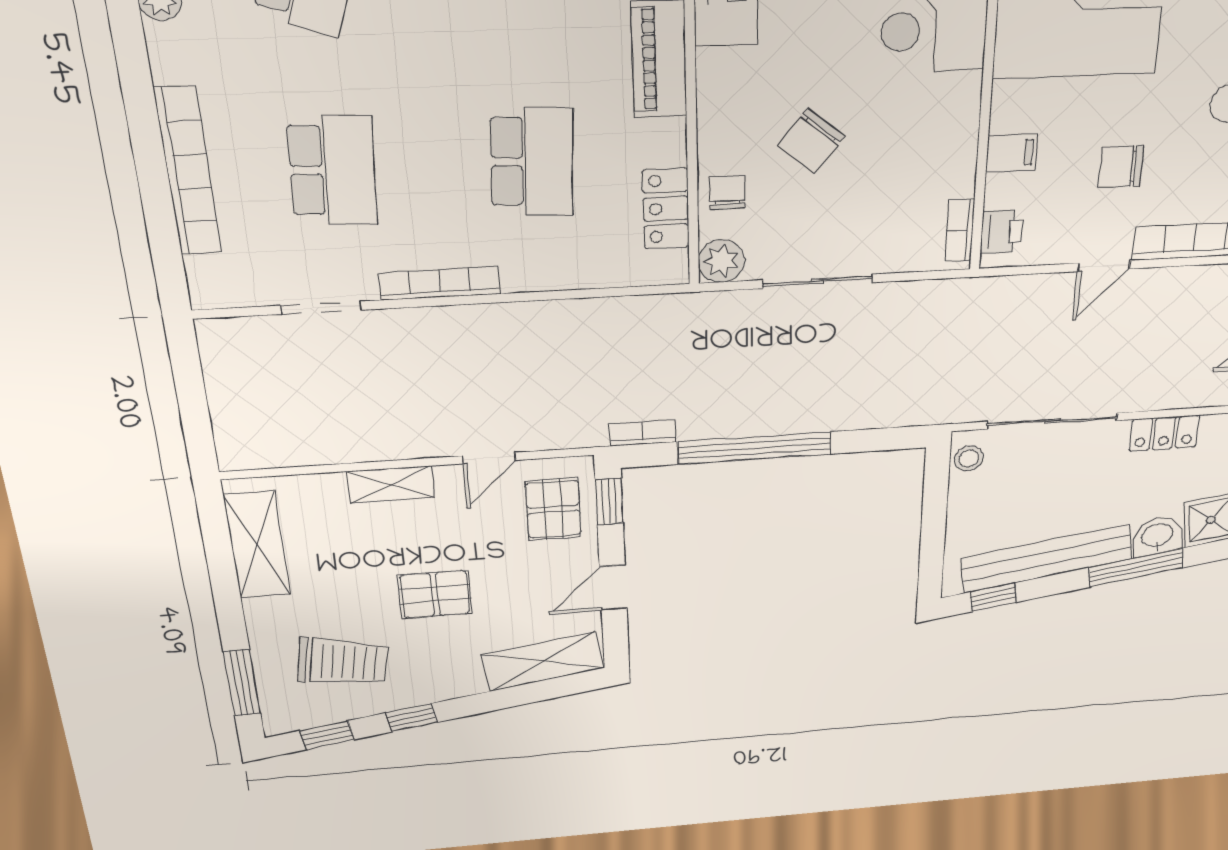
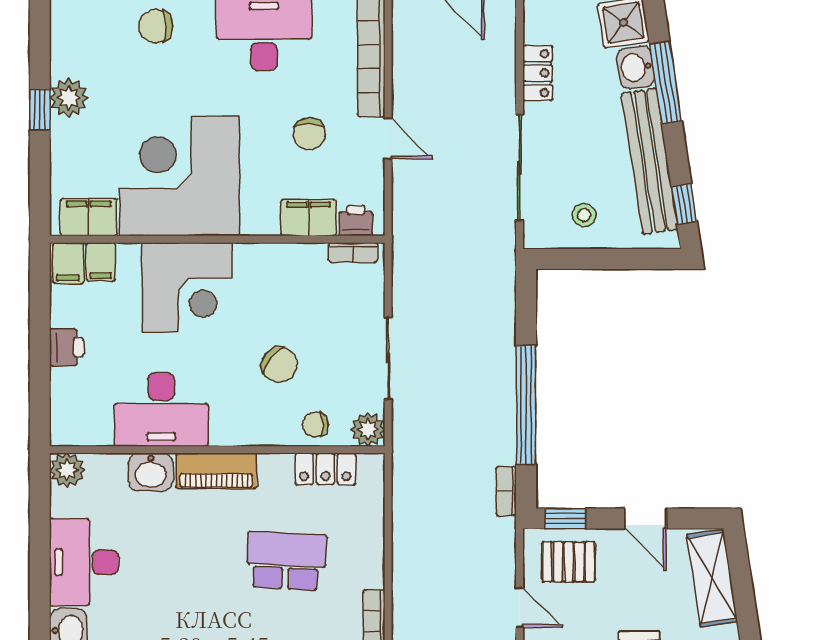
filing cabinet: (1012, 153) -> (309, 218), width x2.00
stool: (969, 458) -> (584, 215), moved

